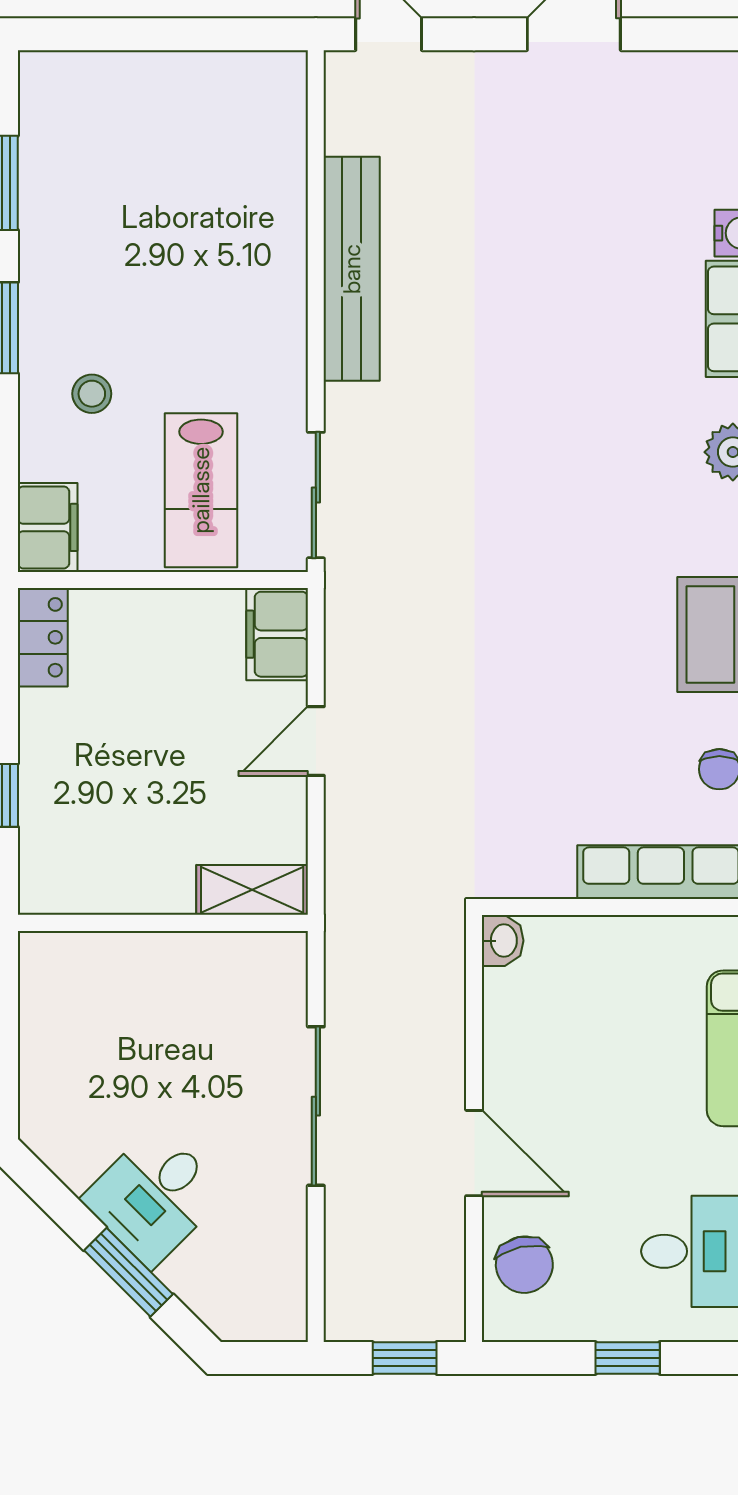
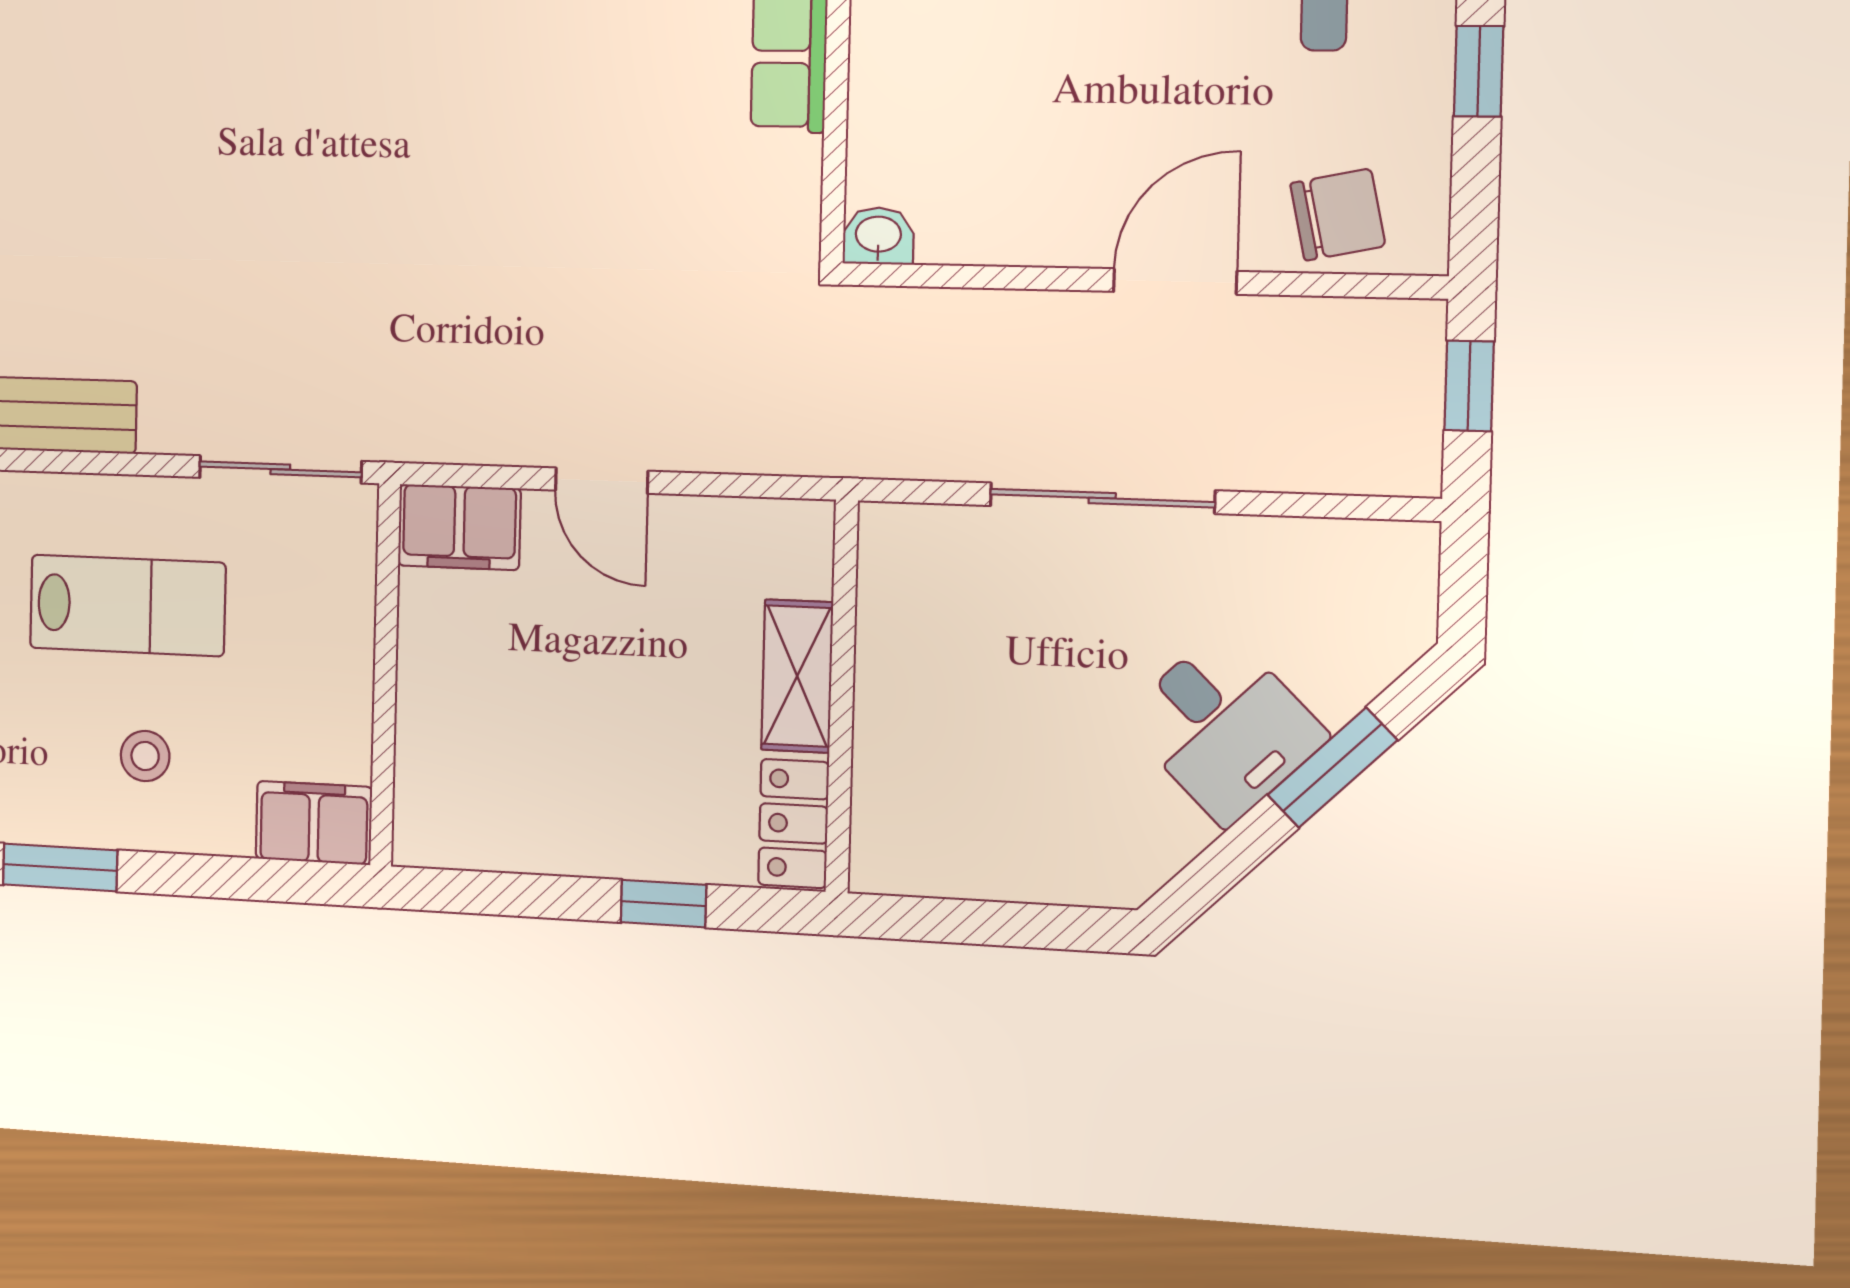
lab bench: (201, 490) -> (127, 605), moved
locker: (43, 637) -> (794, 824), moved, turned -90
shelving: (252, 890) -> (797, 676), moved

